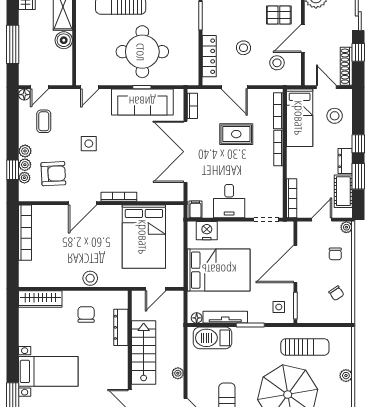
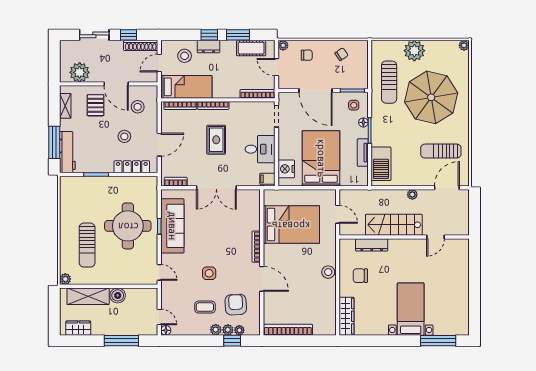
coffee table: (44, 121) -> (205, 307), moved
rug: (236, 134) -> (216, 140), moved
double door: (185, 152) -> (216, 188), width x0.73
dresser: (345, 161) -> (208, 47), moved
tv unit: (225, 317) -> (363, 153), width x0.71
floor lamp: (197, 318) -> (363, 122), moved
sun lounger: (305, 347) -> (389, 82), turned 180
plant: (346, 376) -> (414, 51), width x1.87, depth x1.87

